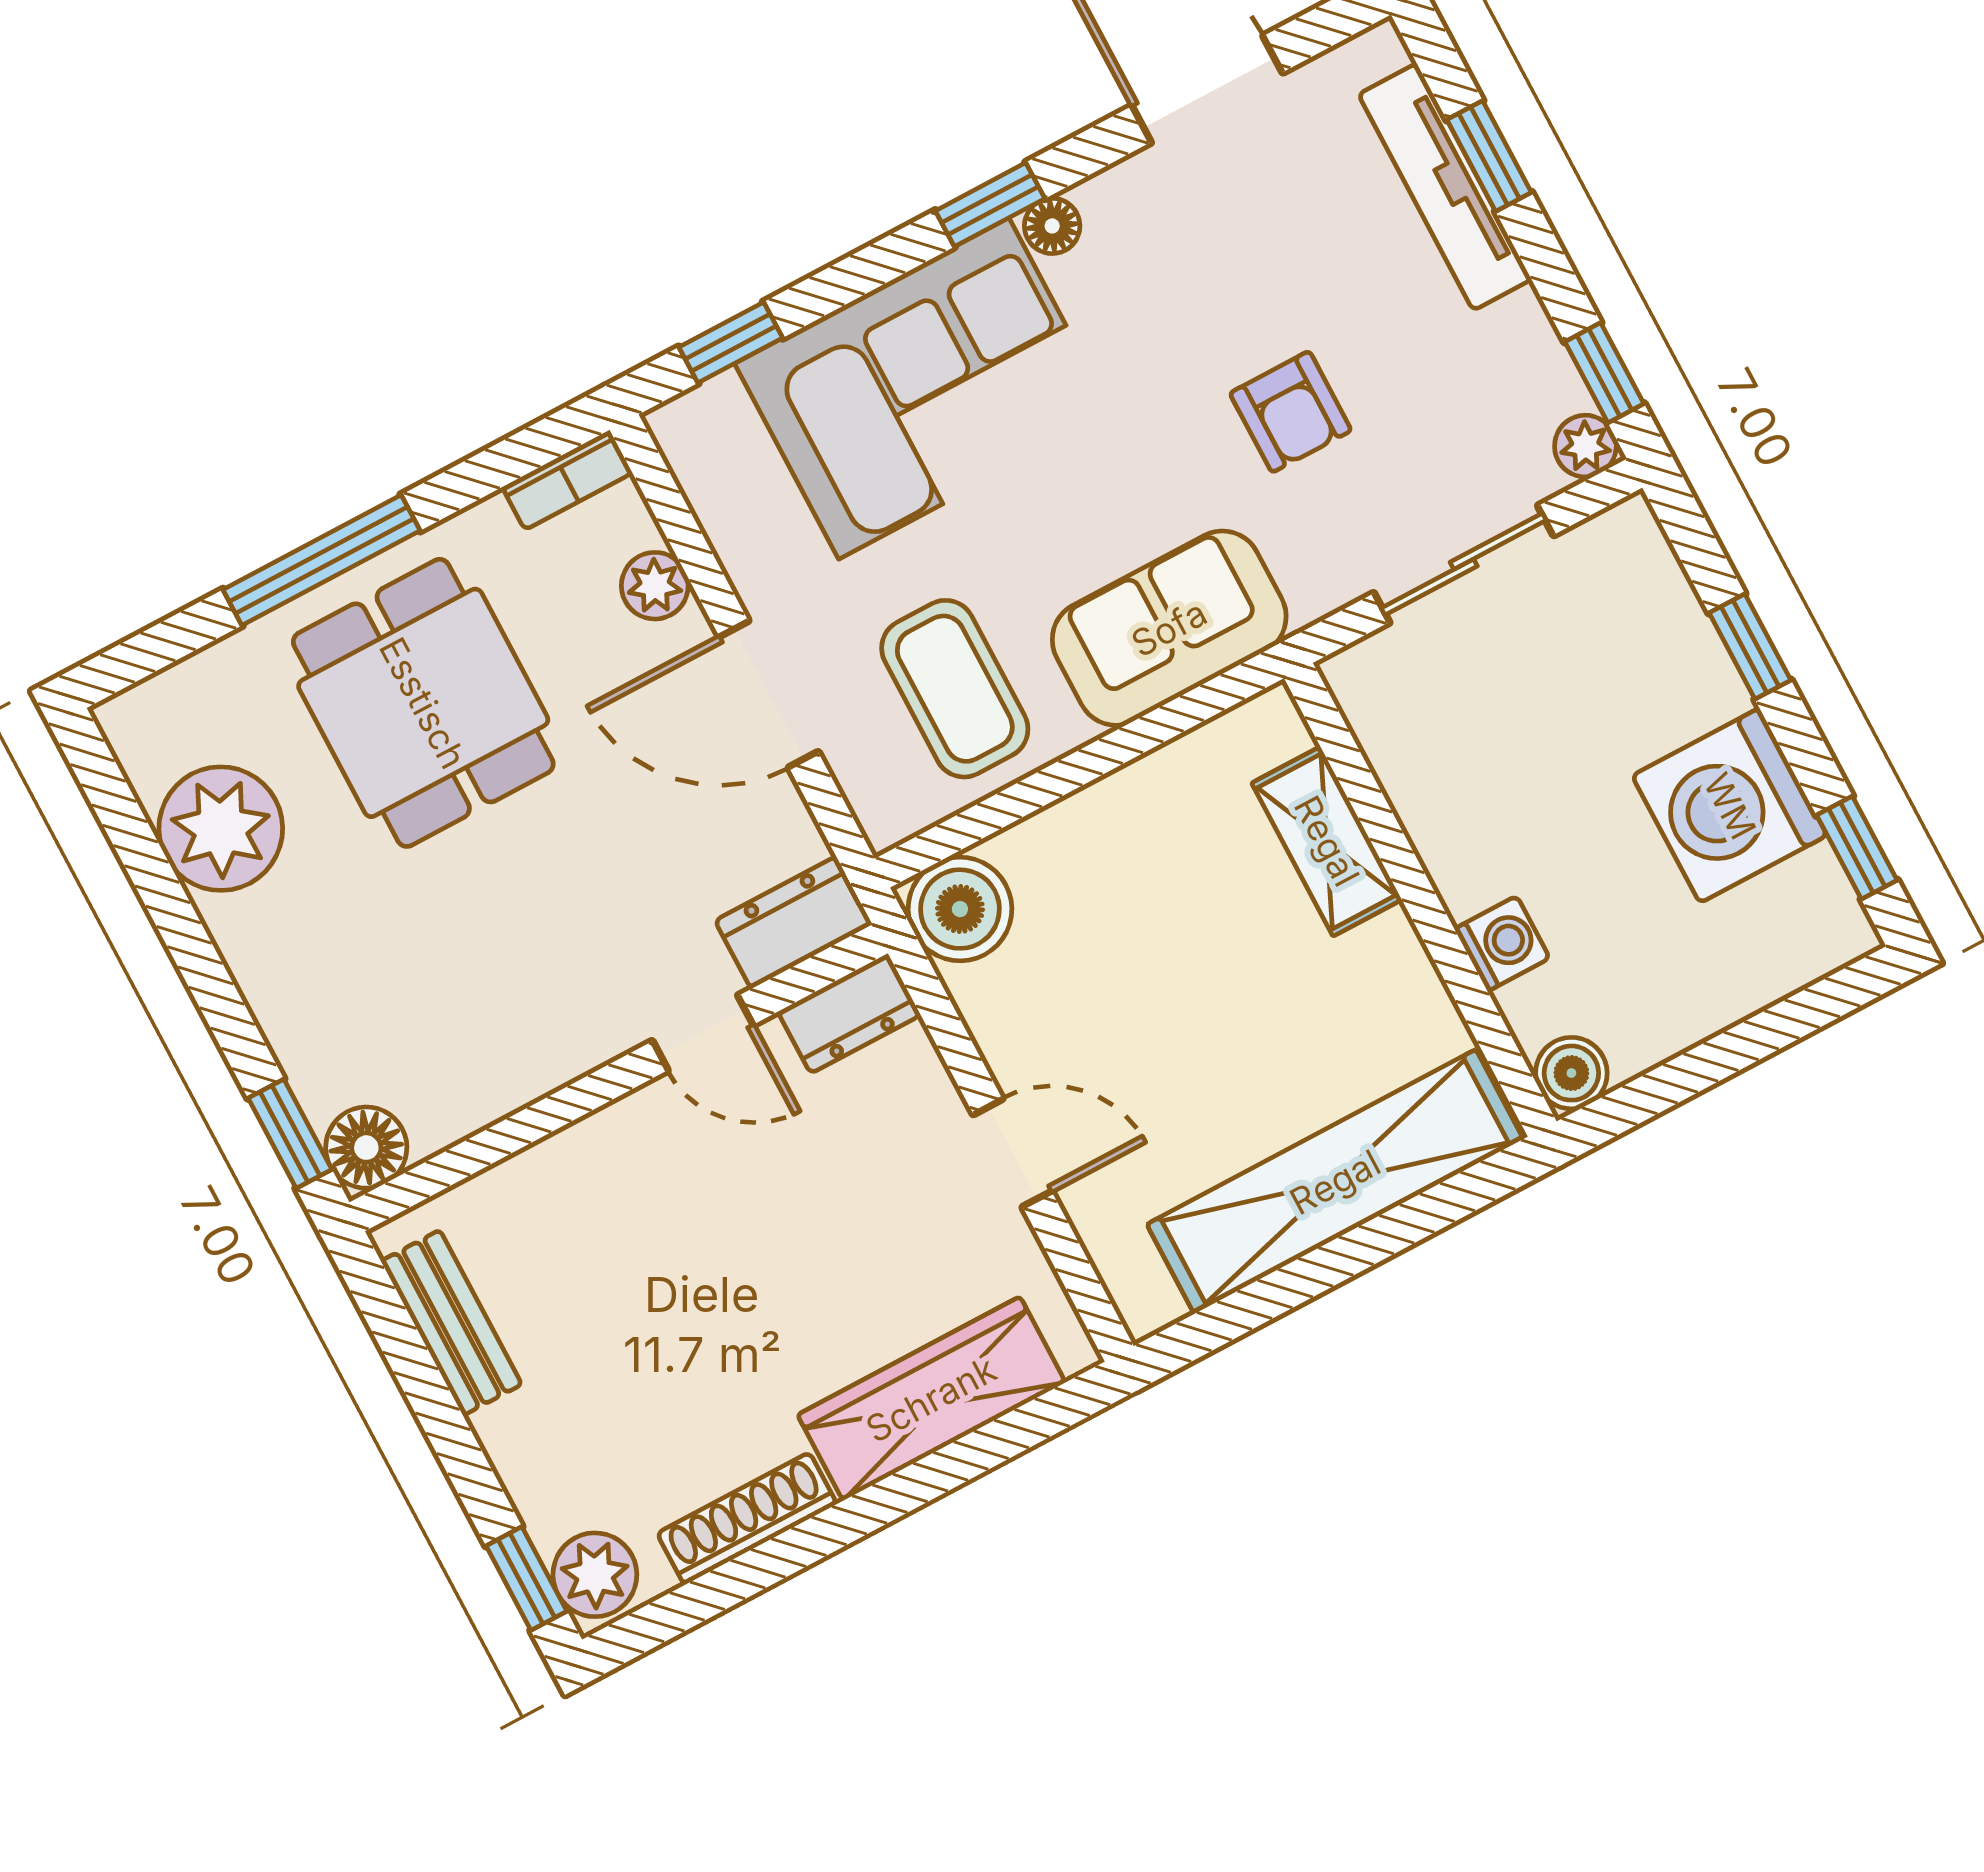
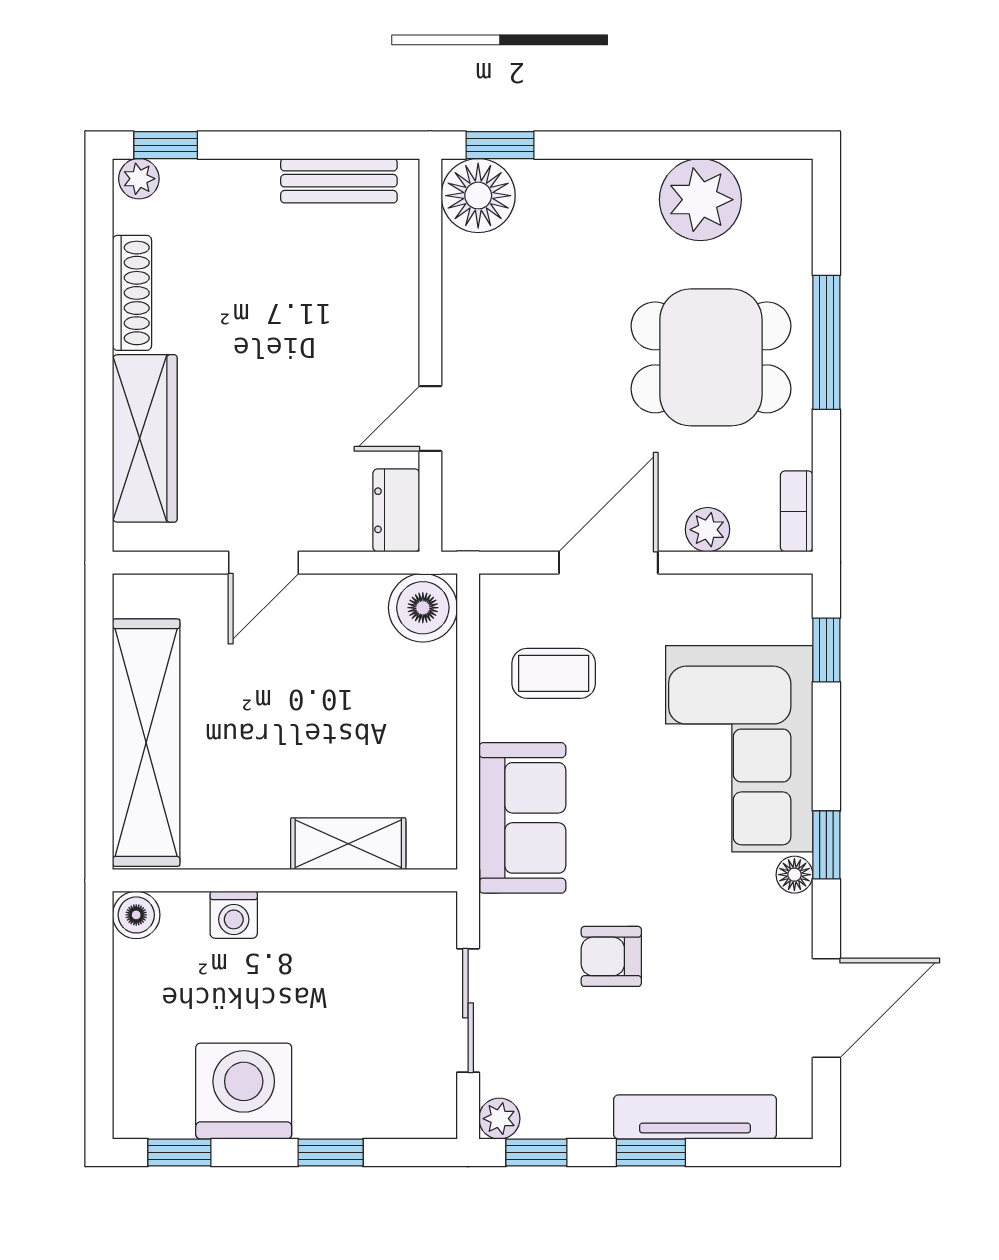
window: (1489, 156) -> (651, 1153), moved
coffee table: (955, 689) -> (554, 673), width x0.73, depth x0.77
dresser: (794, 922) -> (467, 506), removed
floor lamp: (366, 1148) -> (478, 196), width x1.38, depth x1.38
plant: (595, 1575) -> (139, 179), width x0.73, depth x0.73

